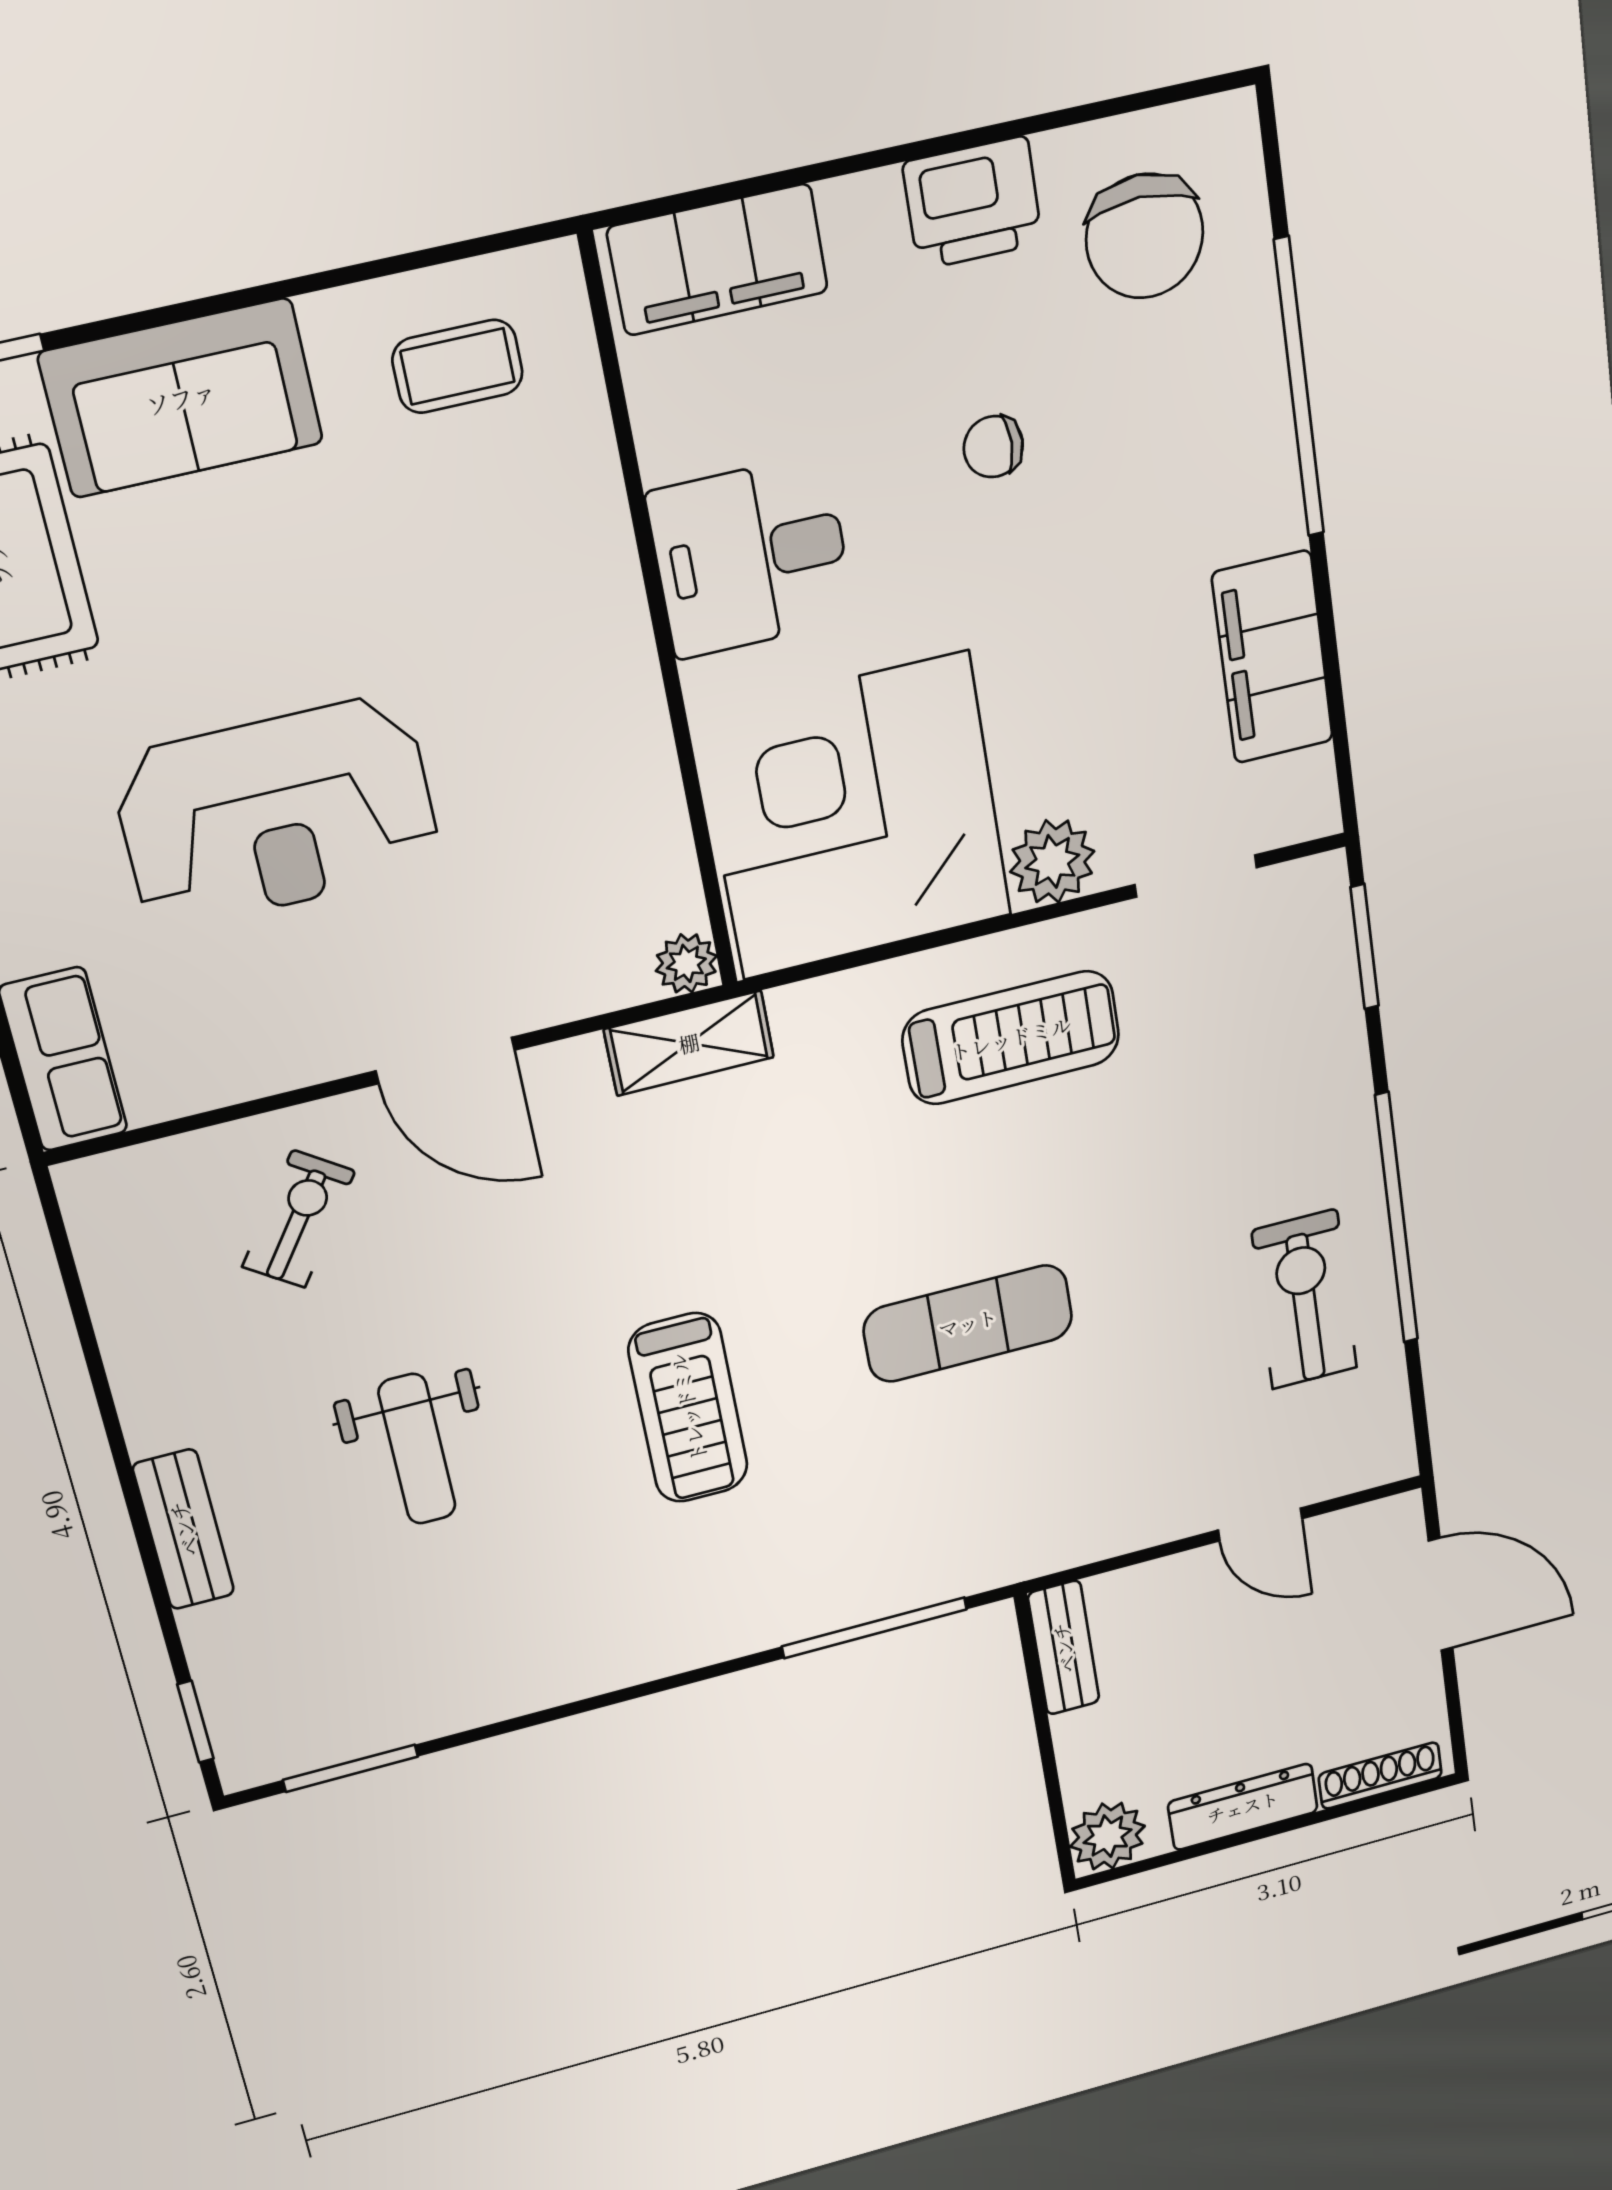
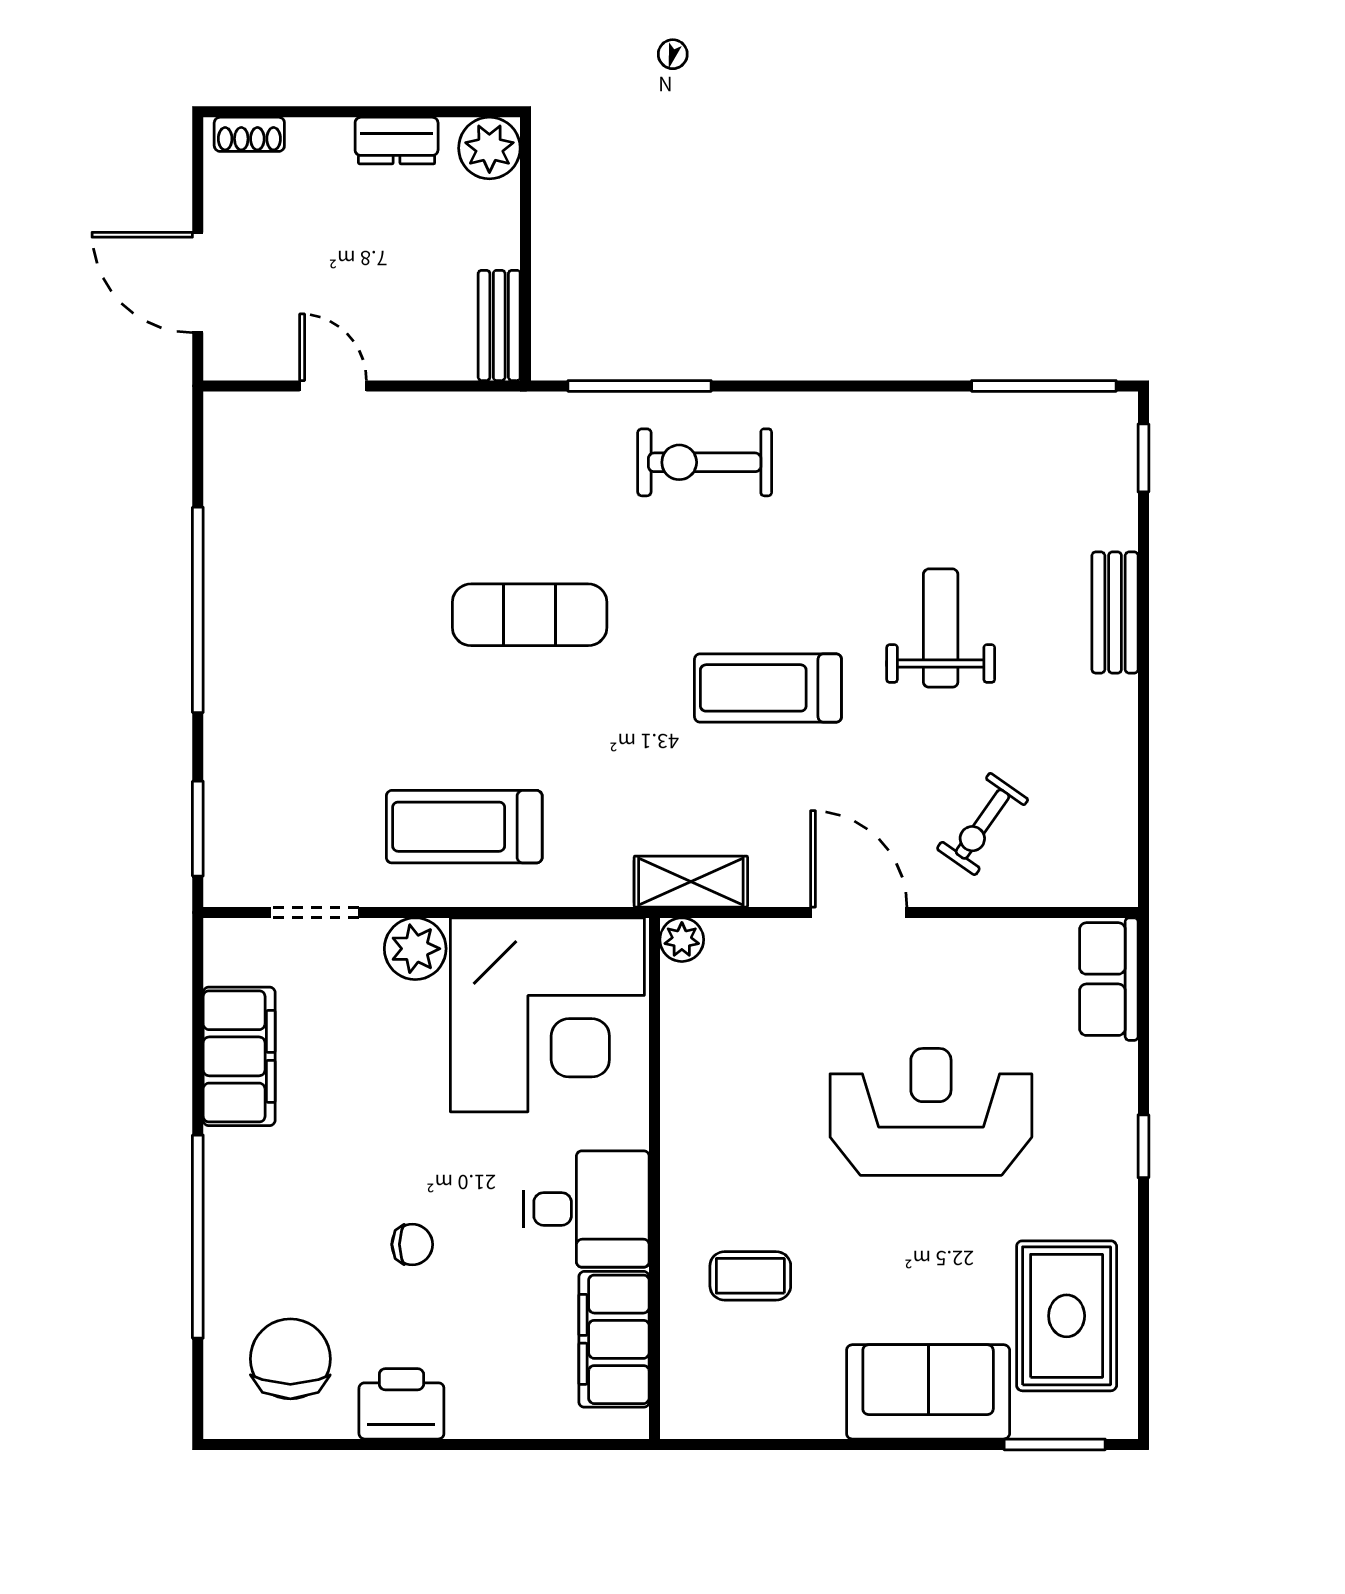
filing cabinet: (718, 260) -> (614, 1339), moved, turned -90
coffee table: (458, 366) -> (750, 1276), moved
exercise bike: (1305, 1299) -> (705, 462), moved, turned 90
treadmill: (688, 1408) -> (768, 688), moved, turned -90
window: (350, 1768) -> (1044, 386), width x1.44
shoe rack: (1380, 1776) -> (249, 134), width x0.70
dresser: (1243, 1807) -> (397, 141), width x0.70

